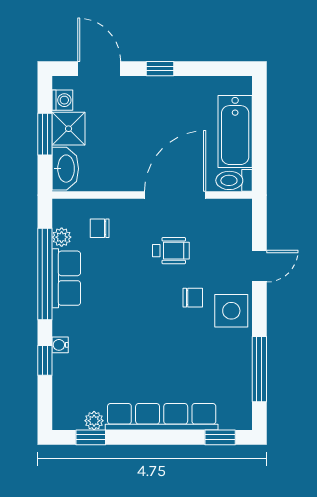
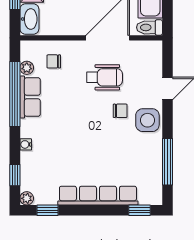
wheelchair: (171, 251) -> (104, 77), width x1.36, depth x1.37
window: (45, 360) -> (15, 175), moved
plant: (94, 421) -> (27, 198), moved

